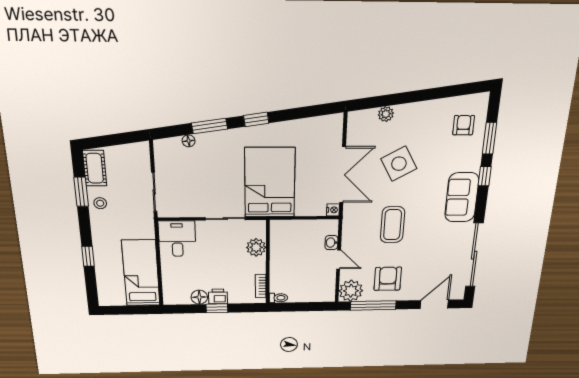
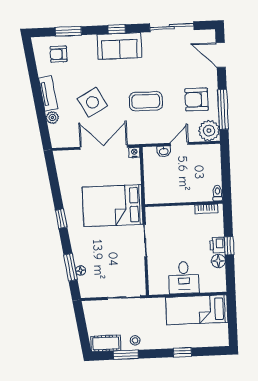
tv unit: (417, 110) -> (48, 93), added
window: (209, 126) -> (70, 267), moved
window: (485, 176) -> (117, 29), moved
desk: (177, 239) -> (184, 278), moved, turned -90
plant: (256, 247) -> (170, 214), removed
sliding door: (474, 255) -> (172, 27), width x0.73

